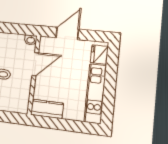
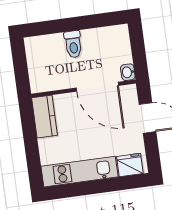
door: (35, 64) -> (97, 87), width x1.36

